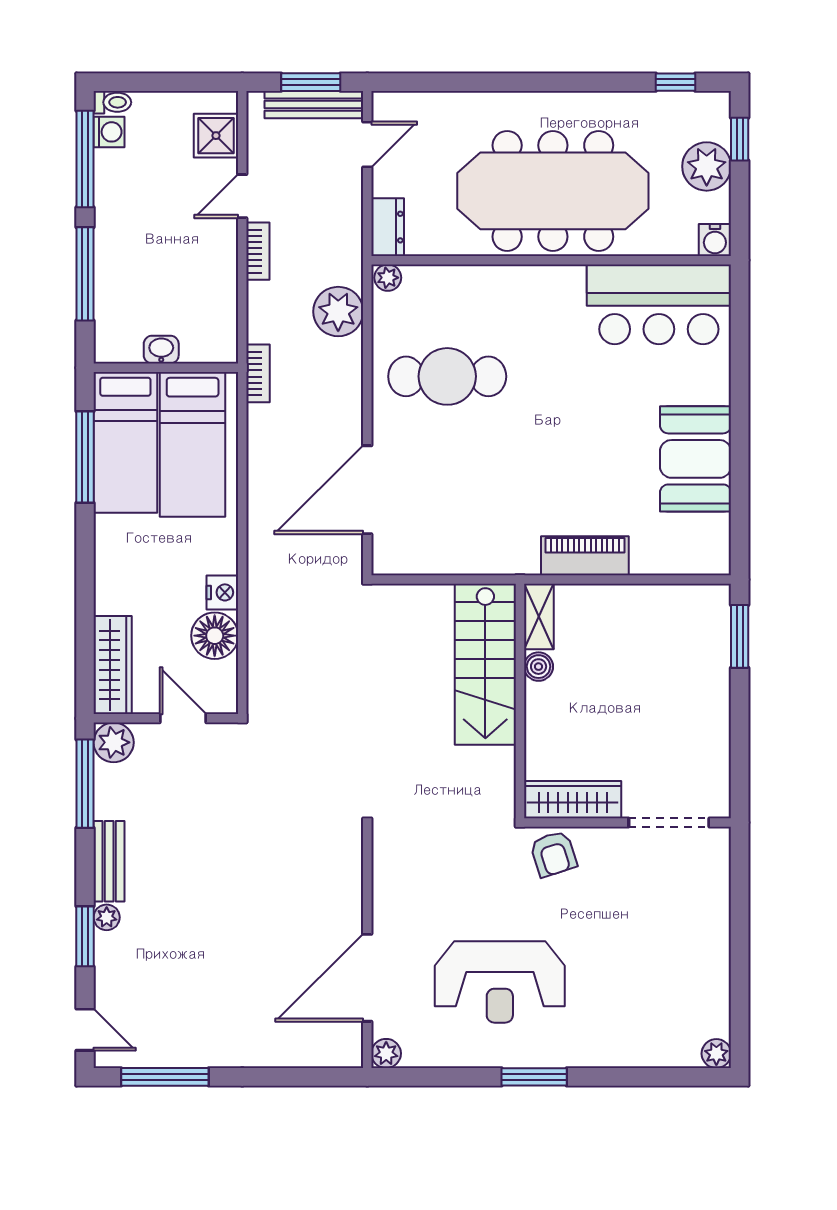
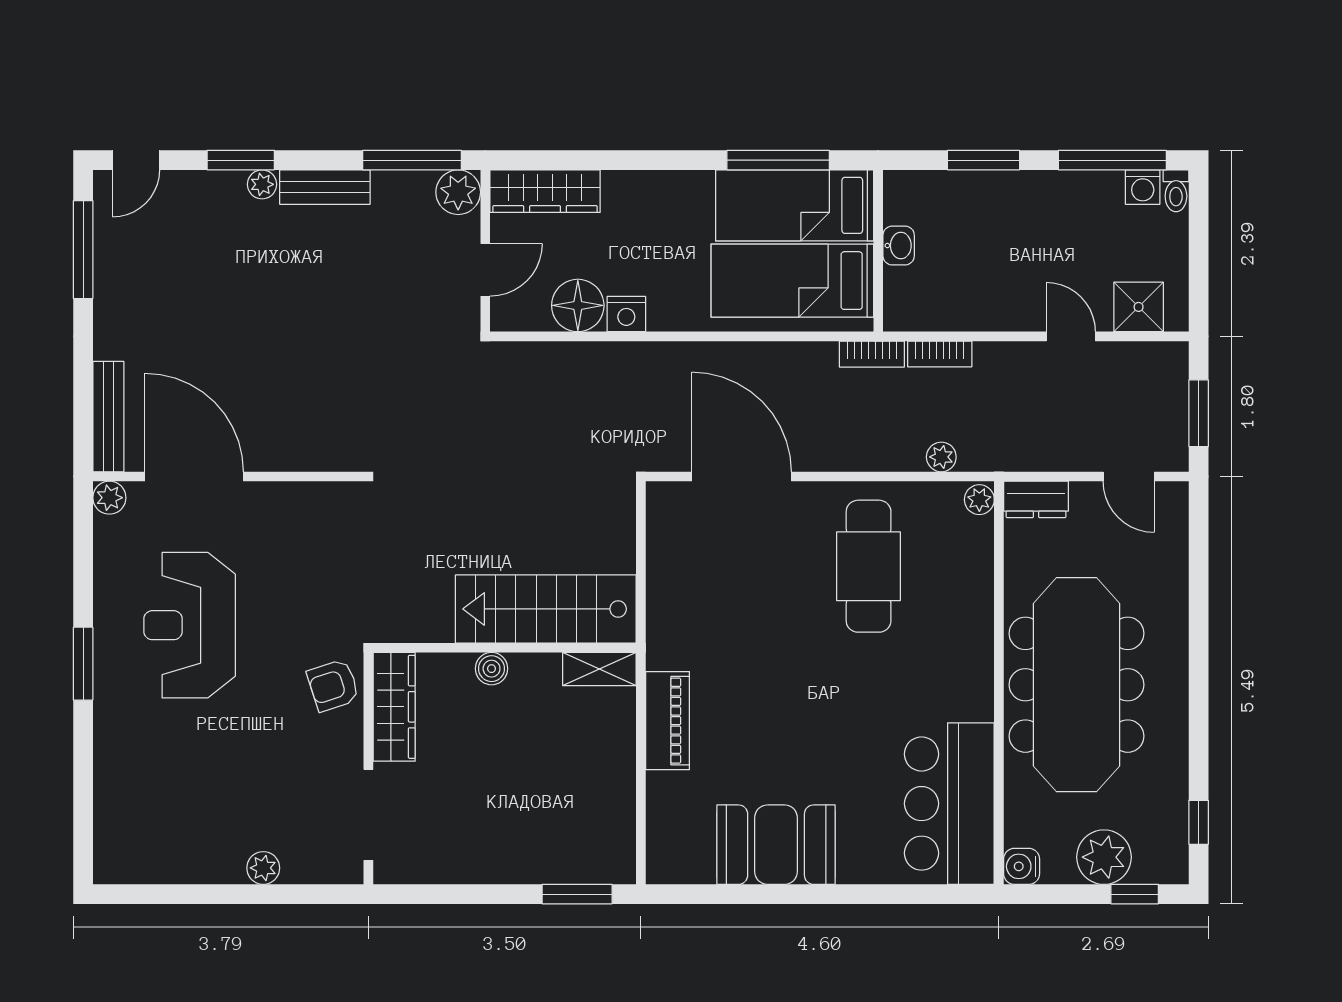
bench: (314, 105) -> (108, 417), moved
bookcase: (258, 251) -> (940, 354), moved
window: (85, 274) -> (984, 160), width x0.69
plant: (338, 312) -> (941, 457), width x0.53, depth x0.53
boiler: (539, 667) -> (492, 669), moved
plant: (716, 1054) -> (263, 868), moved

